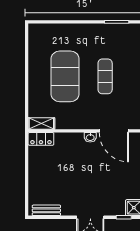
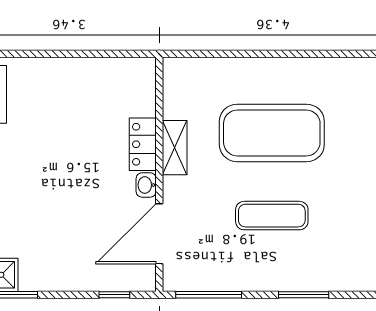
shelving: (41, 123) -> (175, 148), moved
locker: (41, 139) -> (143, 144), moved

